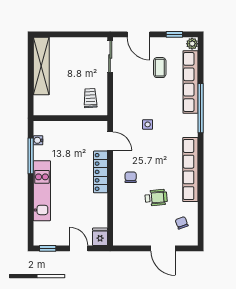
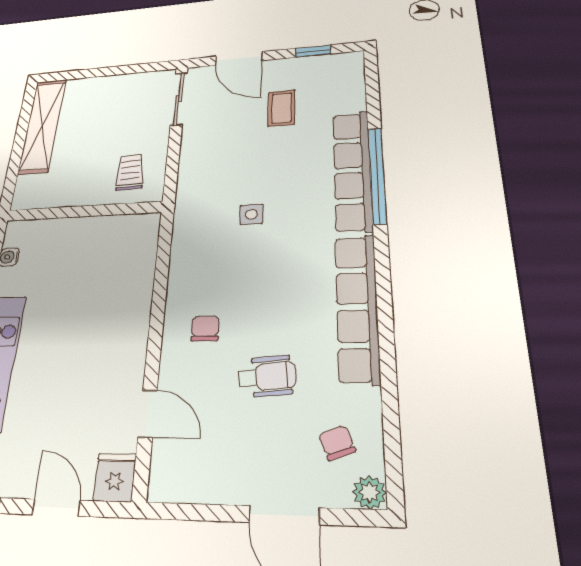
plant: (192, 44) -> (369, 492), moved
row of seats: (191, 82) -> (352, 170), moved
door: (110, 141) -> (148, 414), moved
locker: (101, 172) -> (134, 318), removed

